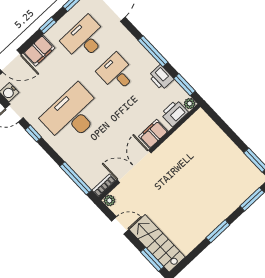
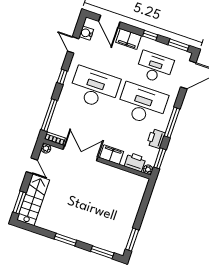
desk: (117, 73) -> (142, 104), width x1.87, depth x1.30
window: (33, 133) -> (62, 77), moved

